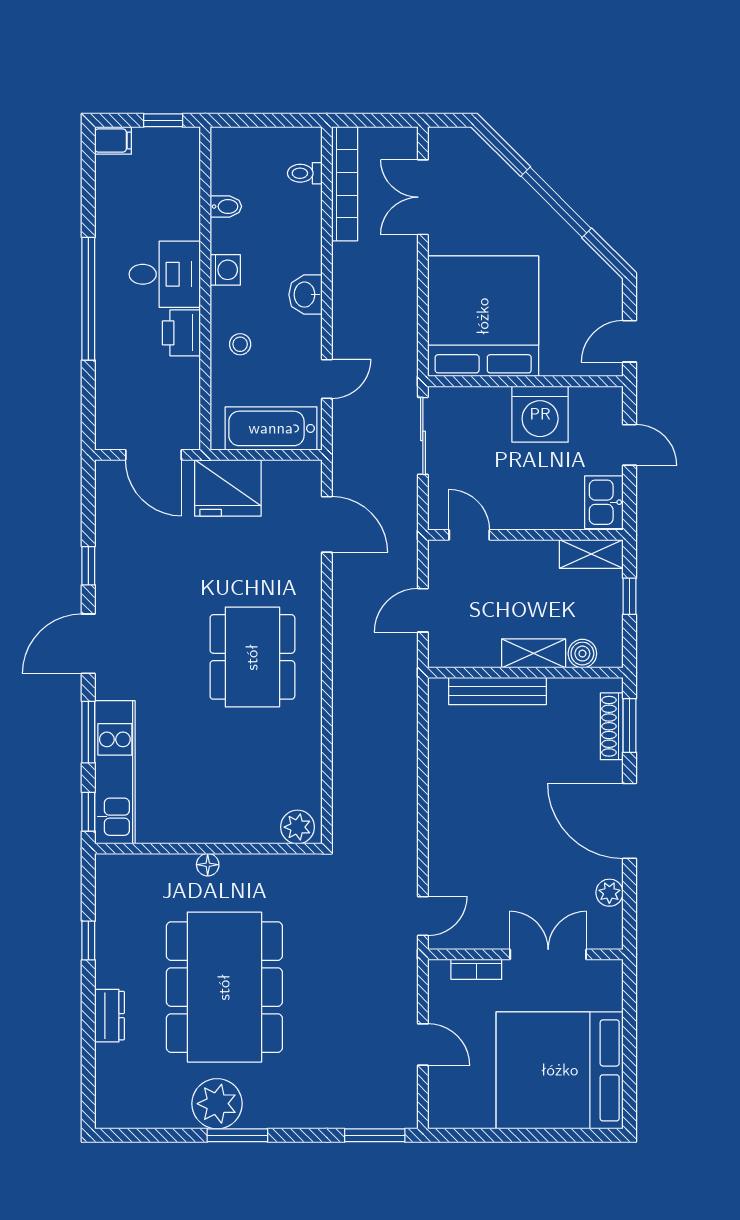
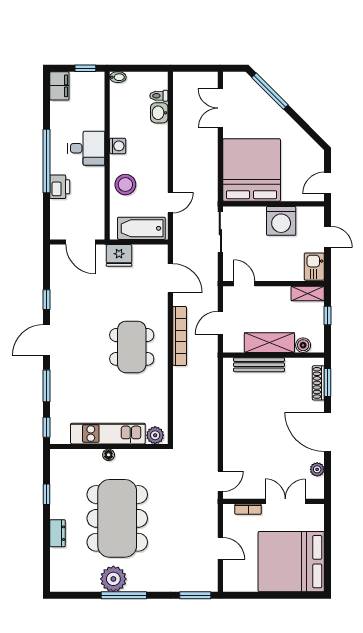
filing cabinet: (113, 140) -> (59, 86), width x2.00
bookcase: (345, 184) -> (180, 336), moved
window: (556, 202) -> (270, 91), moved
bidet: (226, 206) -> (118, 77), moved
washbasin: (305, 295) -> (159, 113), moved
printer: (181, 333) -> (60, 187), moved, turned 180
stool: (240, 344) -> (125, 185), width x1.89, depth x1.89
fridge: (228, 488) -> (119, 255), width x0.73, depth x0.75
shelving: (534, 653) -> (269, 343), width x1.50, depth x1.33
kitchen unit: (115, 772) -> (108, 434), moved, turned -90
window: (237, 1135) -> (124, 595), width x1.44

